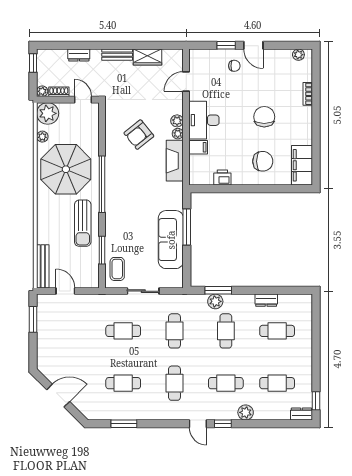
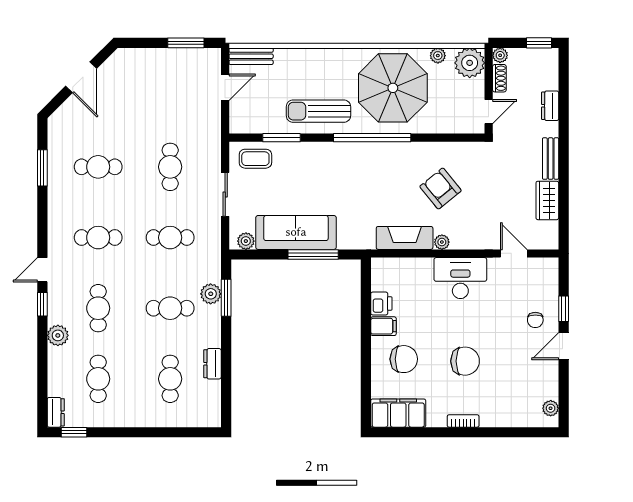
bookcase: (308, 94) -> (463, 421), moved
plant: (177, 121) -> (246, 241), moved
filing cabinet: (198, 147) -> (383, 326), moved, turned -90
chair: (263, 161) -> (404, 359), turned -90
bench: (43, 266) -> (251, 56), width x0.73
cafe table: (123, 383) -> (98, 167), turned 90

